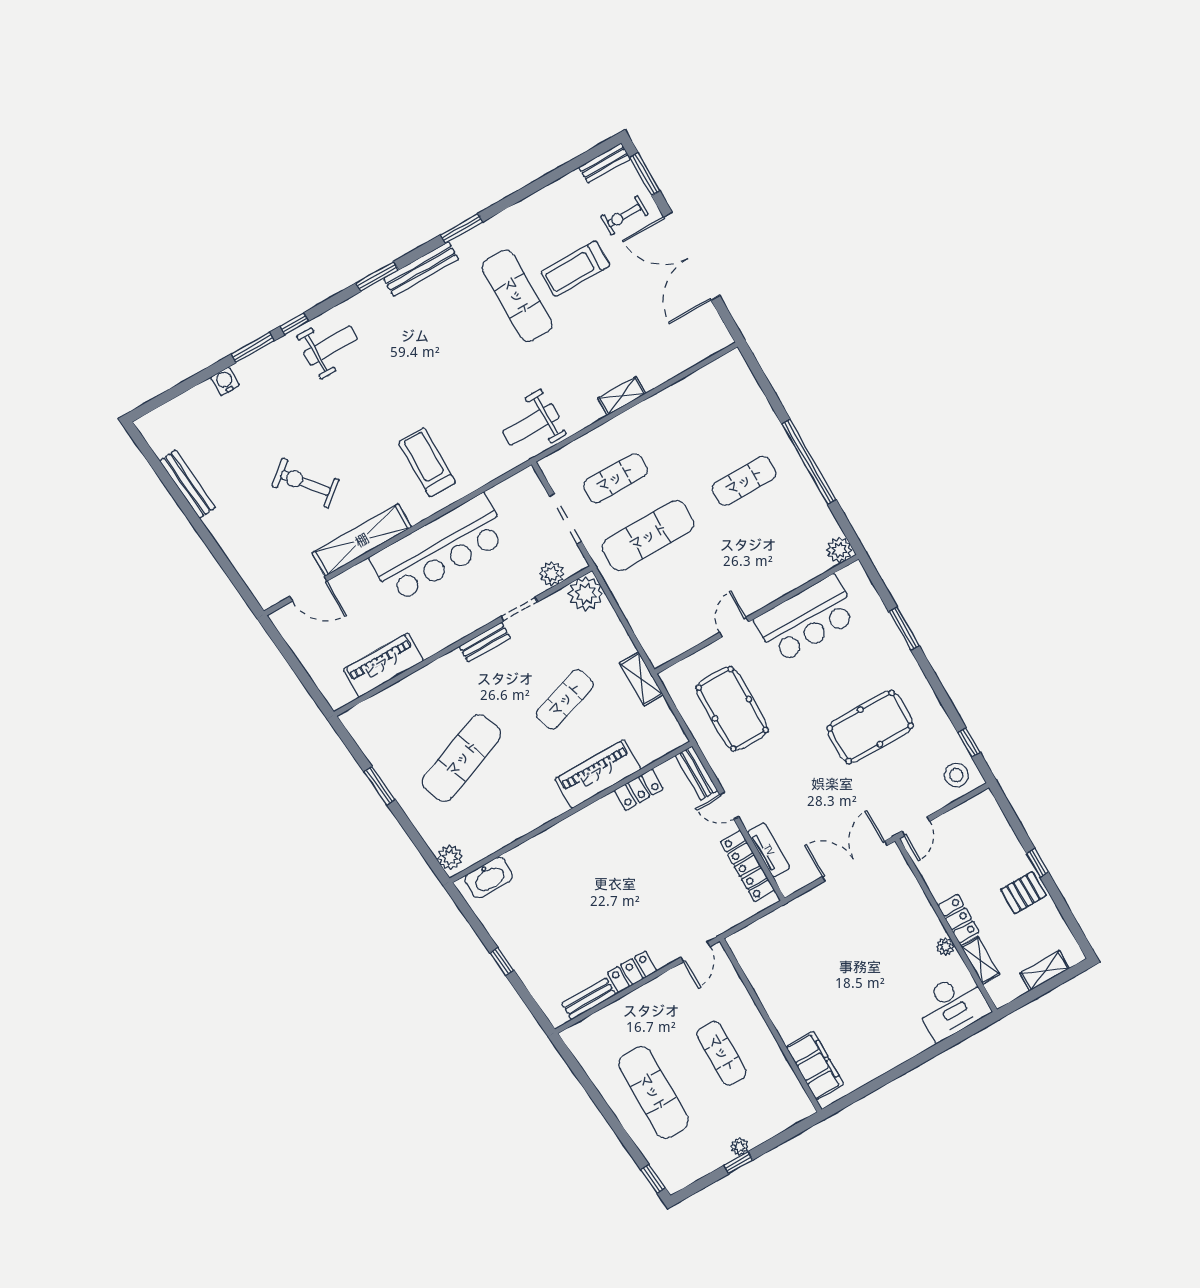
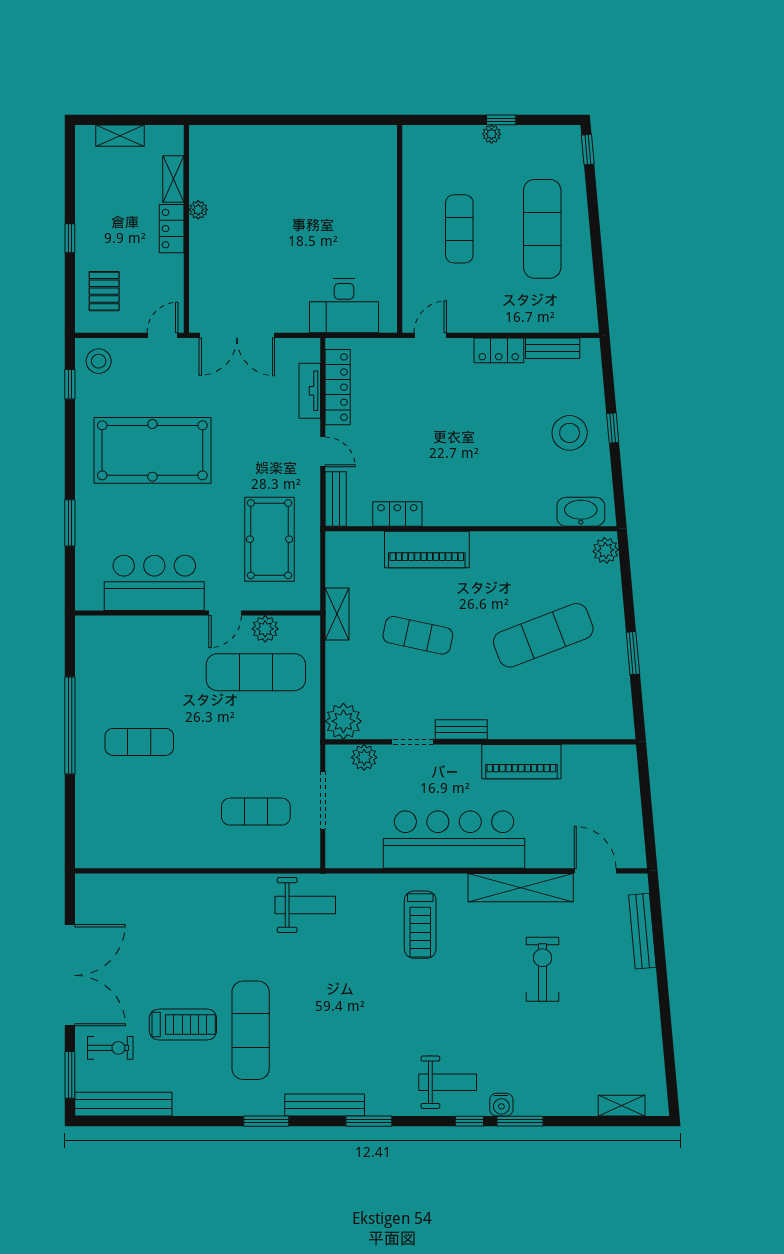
bench: (605, 163) -> (123, 1104), width x1.86, depth x1.21
weight bench: (330, 346) -> (448, 1082), turned 180
water cooler: (225, 381) -> (501, 1105), moved
shelving: (622, 396) -> (622, 1106), moved
exercise bike: (305, 483) -> (543, 969), turned -141
bench: (187, 484) -> (642, 931), moved
exercise mat: (648, 536) -> (256, 672), moved
plant: (839, 550) -> (265, 629), moved
piano: (383, 665) -> (521, 762), moved
exercise mat: (565, 699) -> (418, 635), turned 30
pool table: (870, 727) -> (152, 450), width x1.36, depth x1.32
pallet: (1023, 893) -> (104, 291), moved, turned 90
stool: (535, 937) -> (570, 433), added
desk: (952, 1006) -> (344, 306), moved, turned 180
filing cabinet: (815, 1066) -> (380, 169), removed

